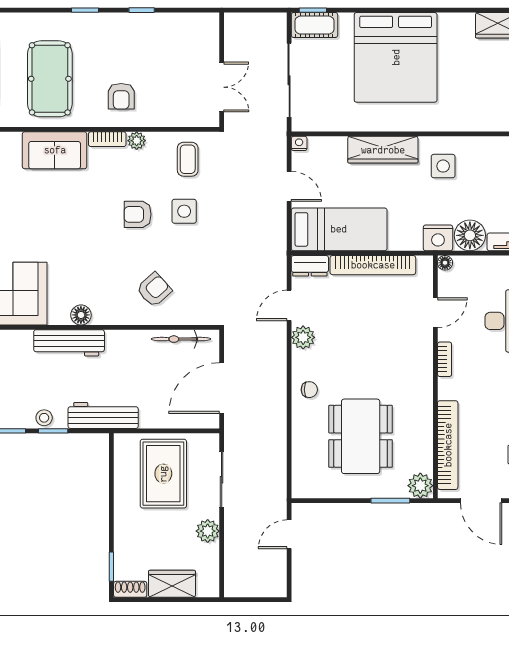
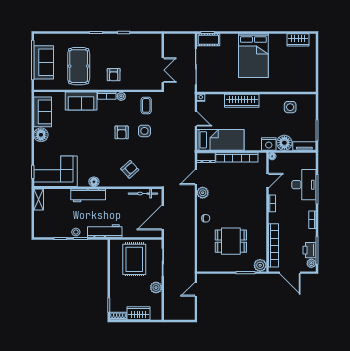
bed: (396, 57) -> (253, 56), width x0.73
side table: (443, 166) -> (290, 107), moved
armchair: (138, 214) -> (122, 132), turned -90
dining table: (361, 436) -> (231, 241), width x0.73

